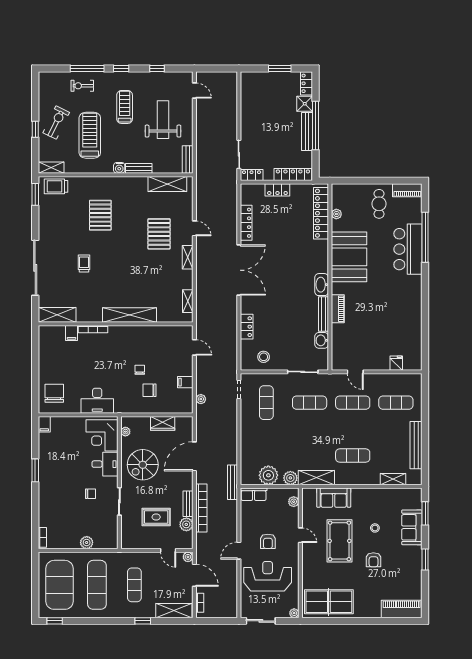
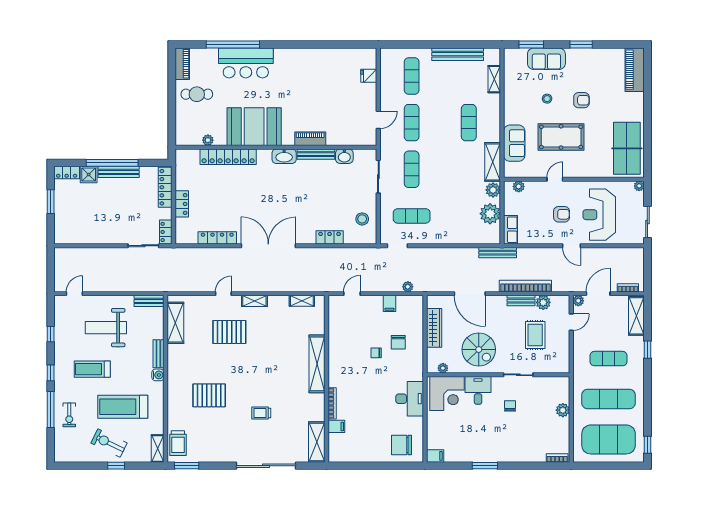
locker: (321, 213) -> (228, 157), moved
wardrobe: (163, 423) -> (434, 328), width x1.50

